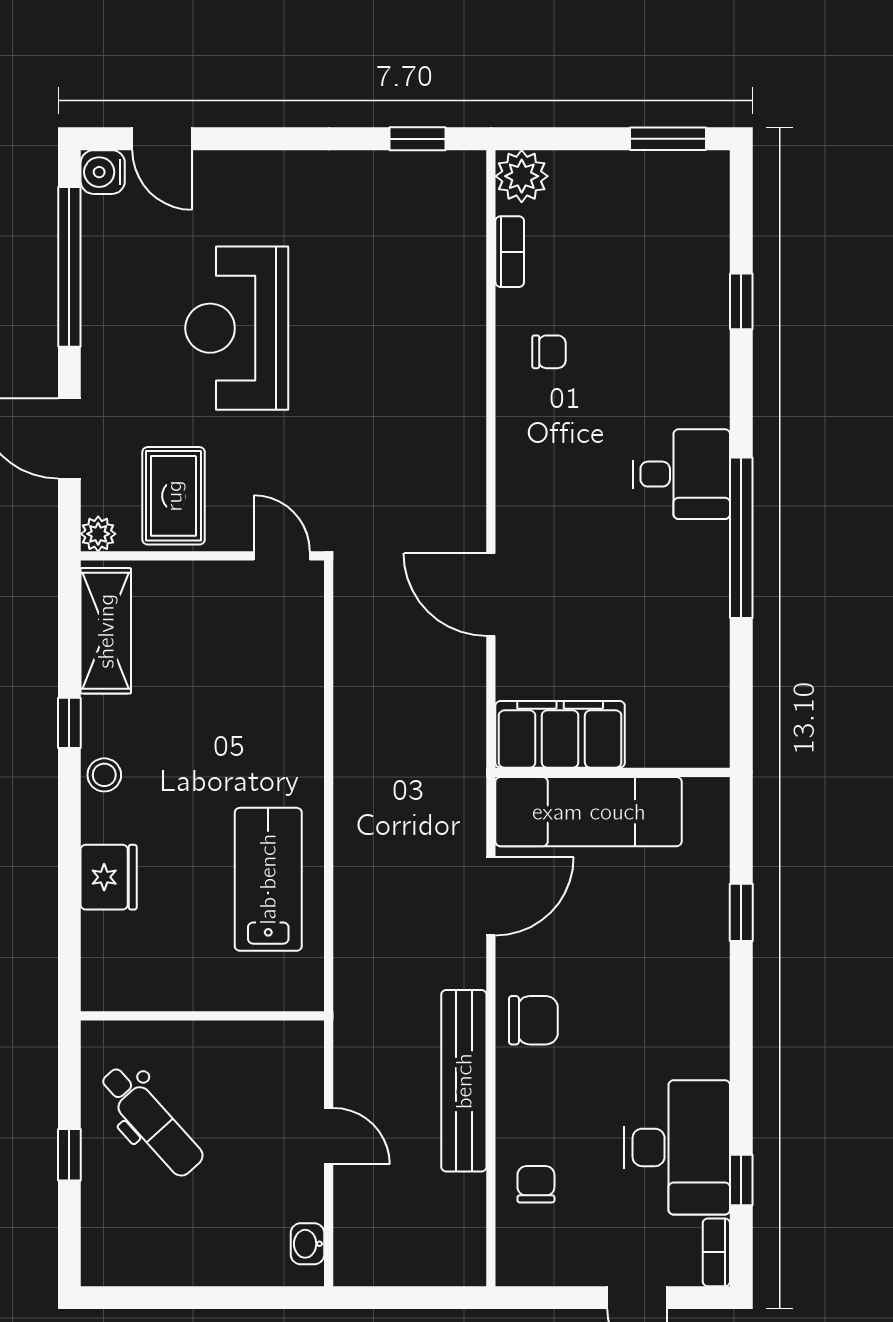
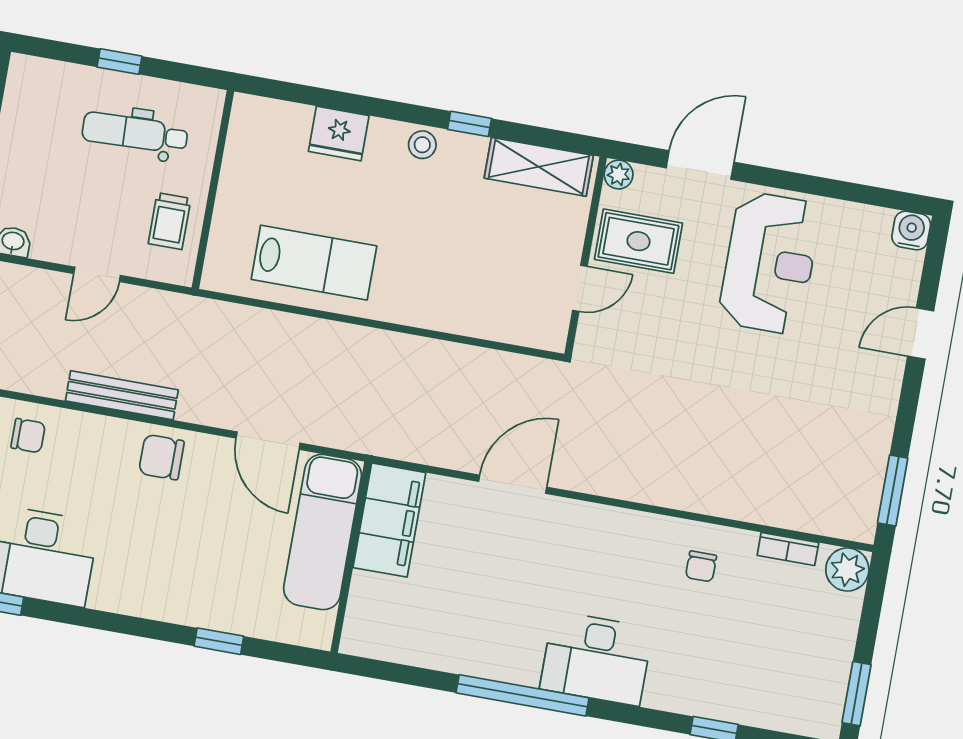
door: (162, 139) -> (921, 333), moved
window: (418, 139) -> (893, 491), width x1.50
window: (69, 267) -> (839, 190), removed
reception desk: (237, 328) -> (769, 263), moved, turned 90
desk: (681, 474) -> (596, 658), width x1.37
door: (282, 556) -> (580, 288), moved
chair: (533, 1020) -> (161, 457), turned 90
trolley: (249, 1061) -> (170, 221), added
bench: (464, 1081) -> (122, 395), width x0.73, depth x0.82
dental chair: (151, 1121) -> (135, 133), turned 40

